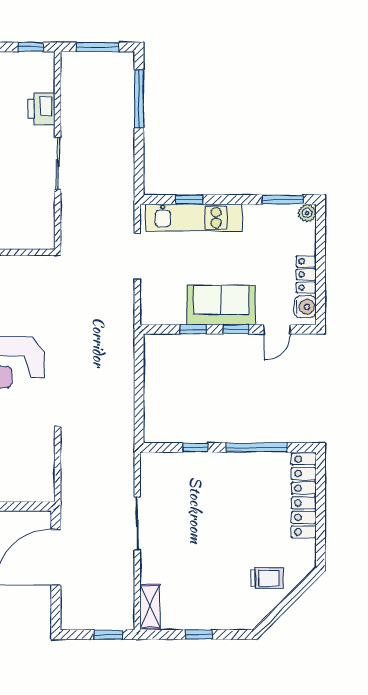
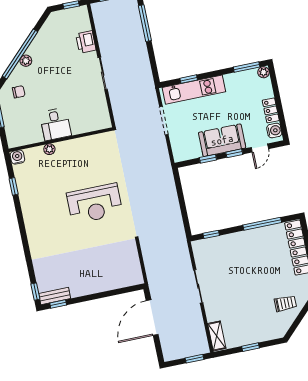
window: (195, 447) -> (211, 234), moved

